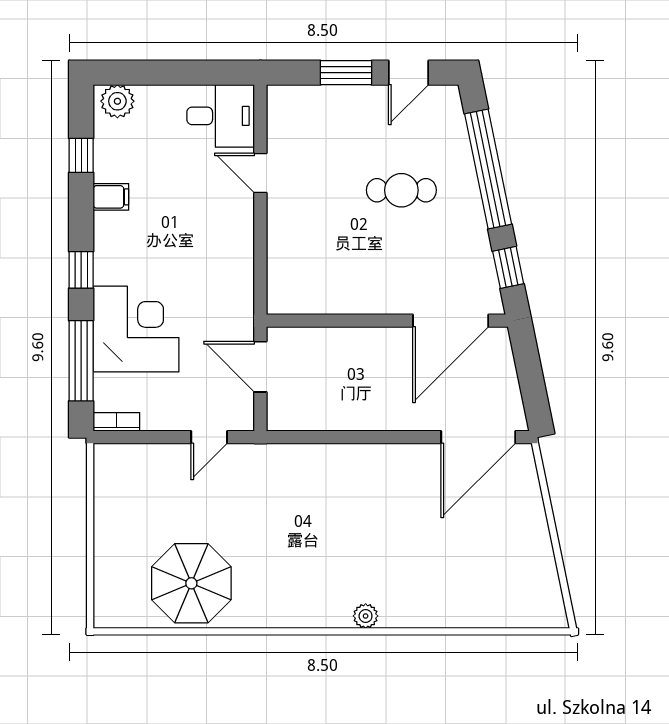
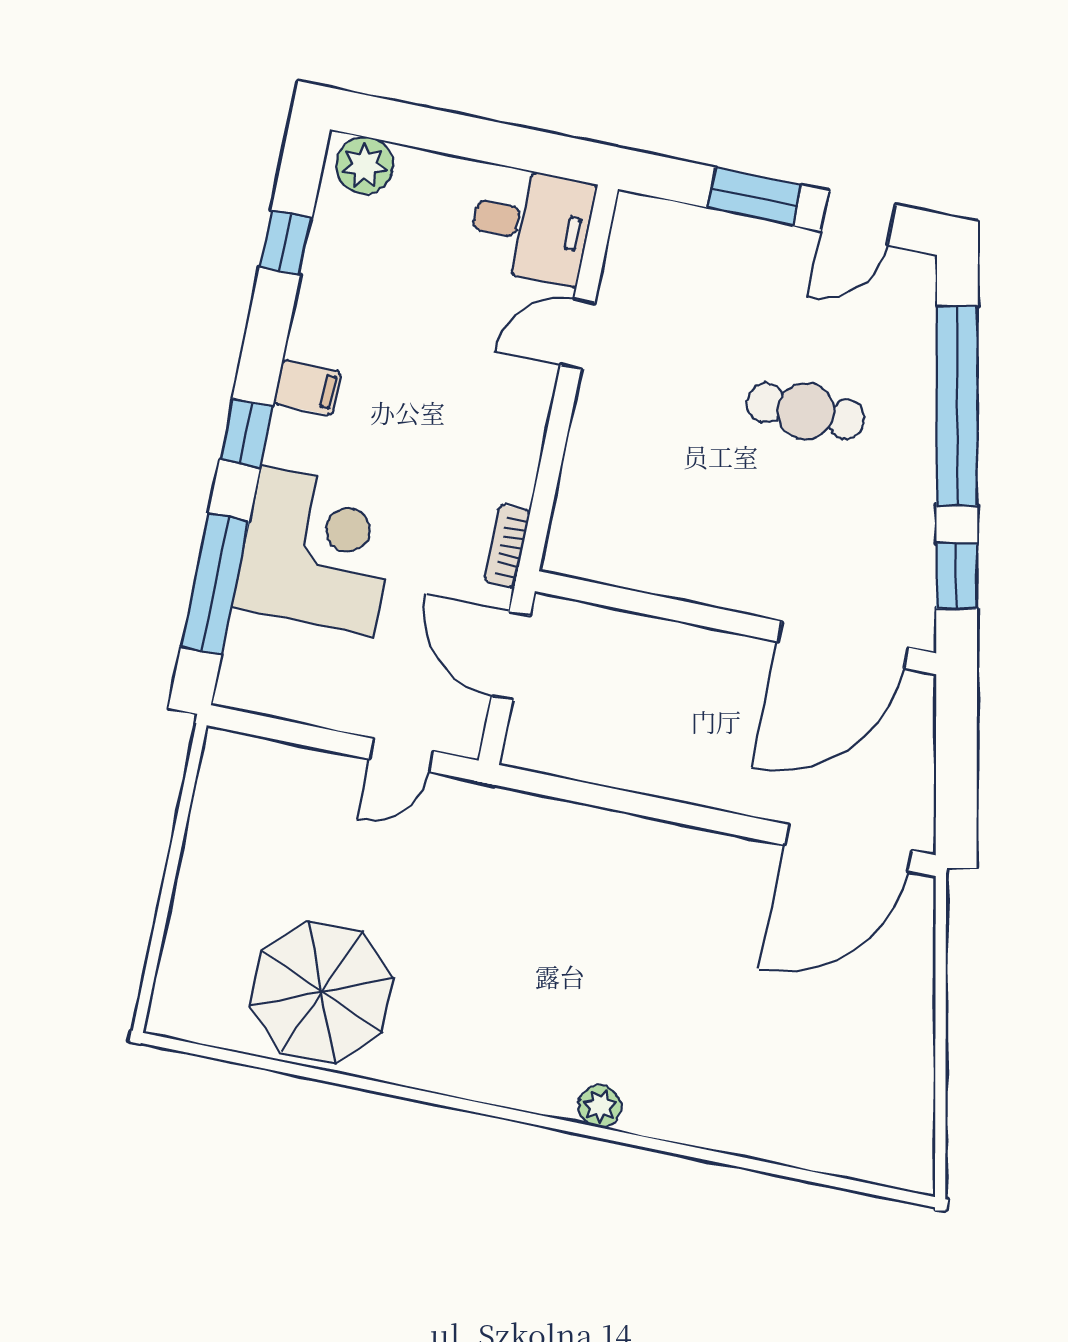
door: (260, 173) -> (578, 334), hinge flipped
filing cabinet: (111, 197) -> (307, 387), moved
bookcase: (116, 422) -> (507, 546), moved, turned -90

